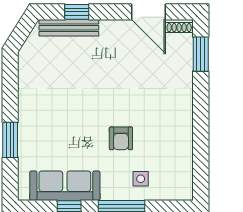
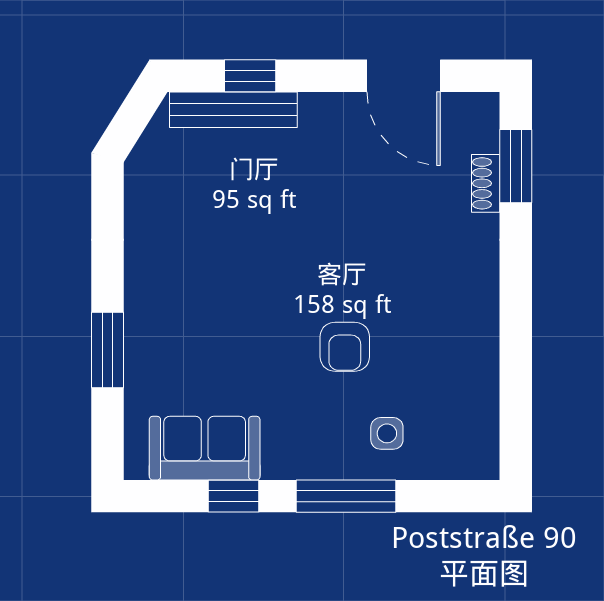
shoe rack: (179, 26) -> (486, 183), moved, turned 90
sofa: (65, 186) -> (205, 448), width x0.73

